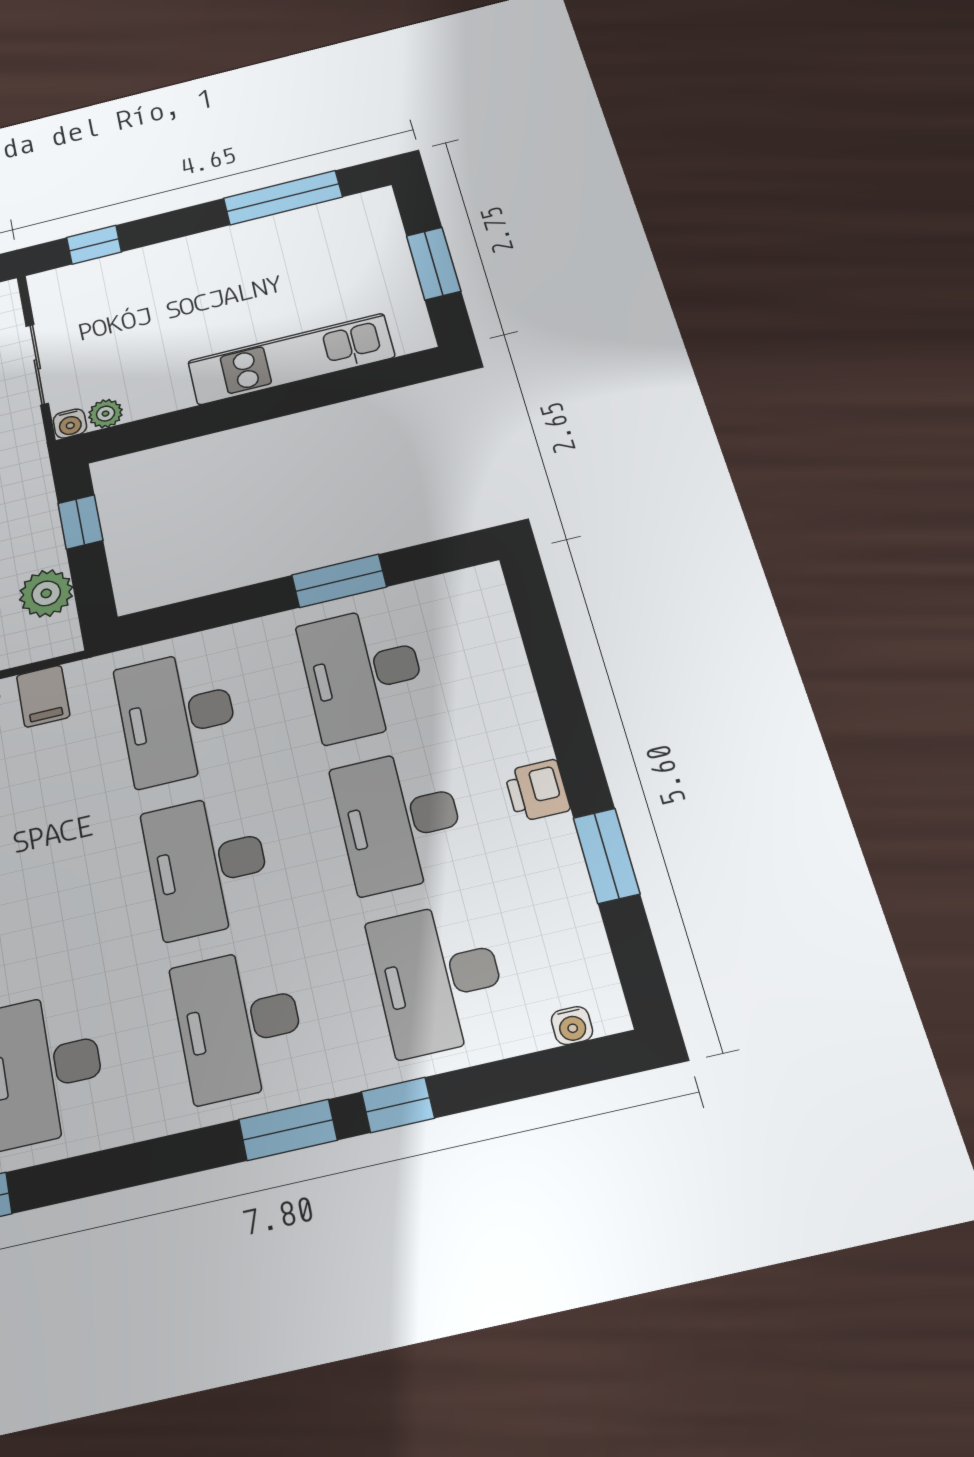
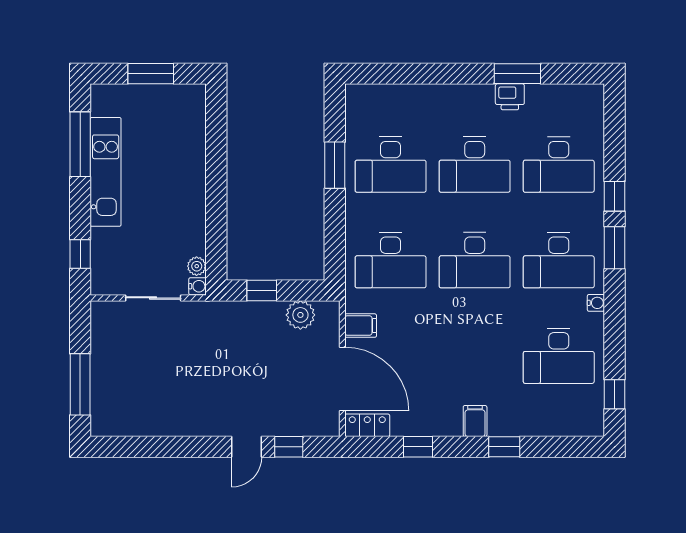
kitchen unit: (291, 359) -> (106, 172), moved, turned 180
printer: (537, 791) -> (510, 97), moved
water cooler: (572, 1026) -> (596, 303), moved

